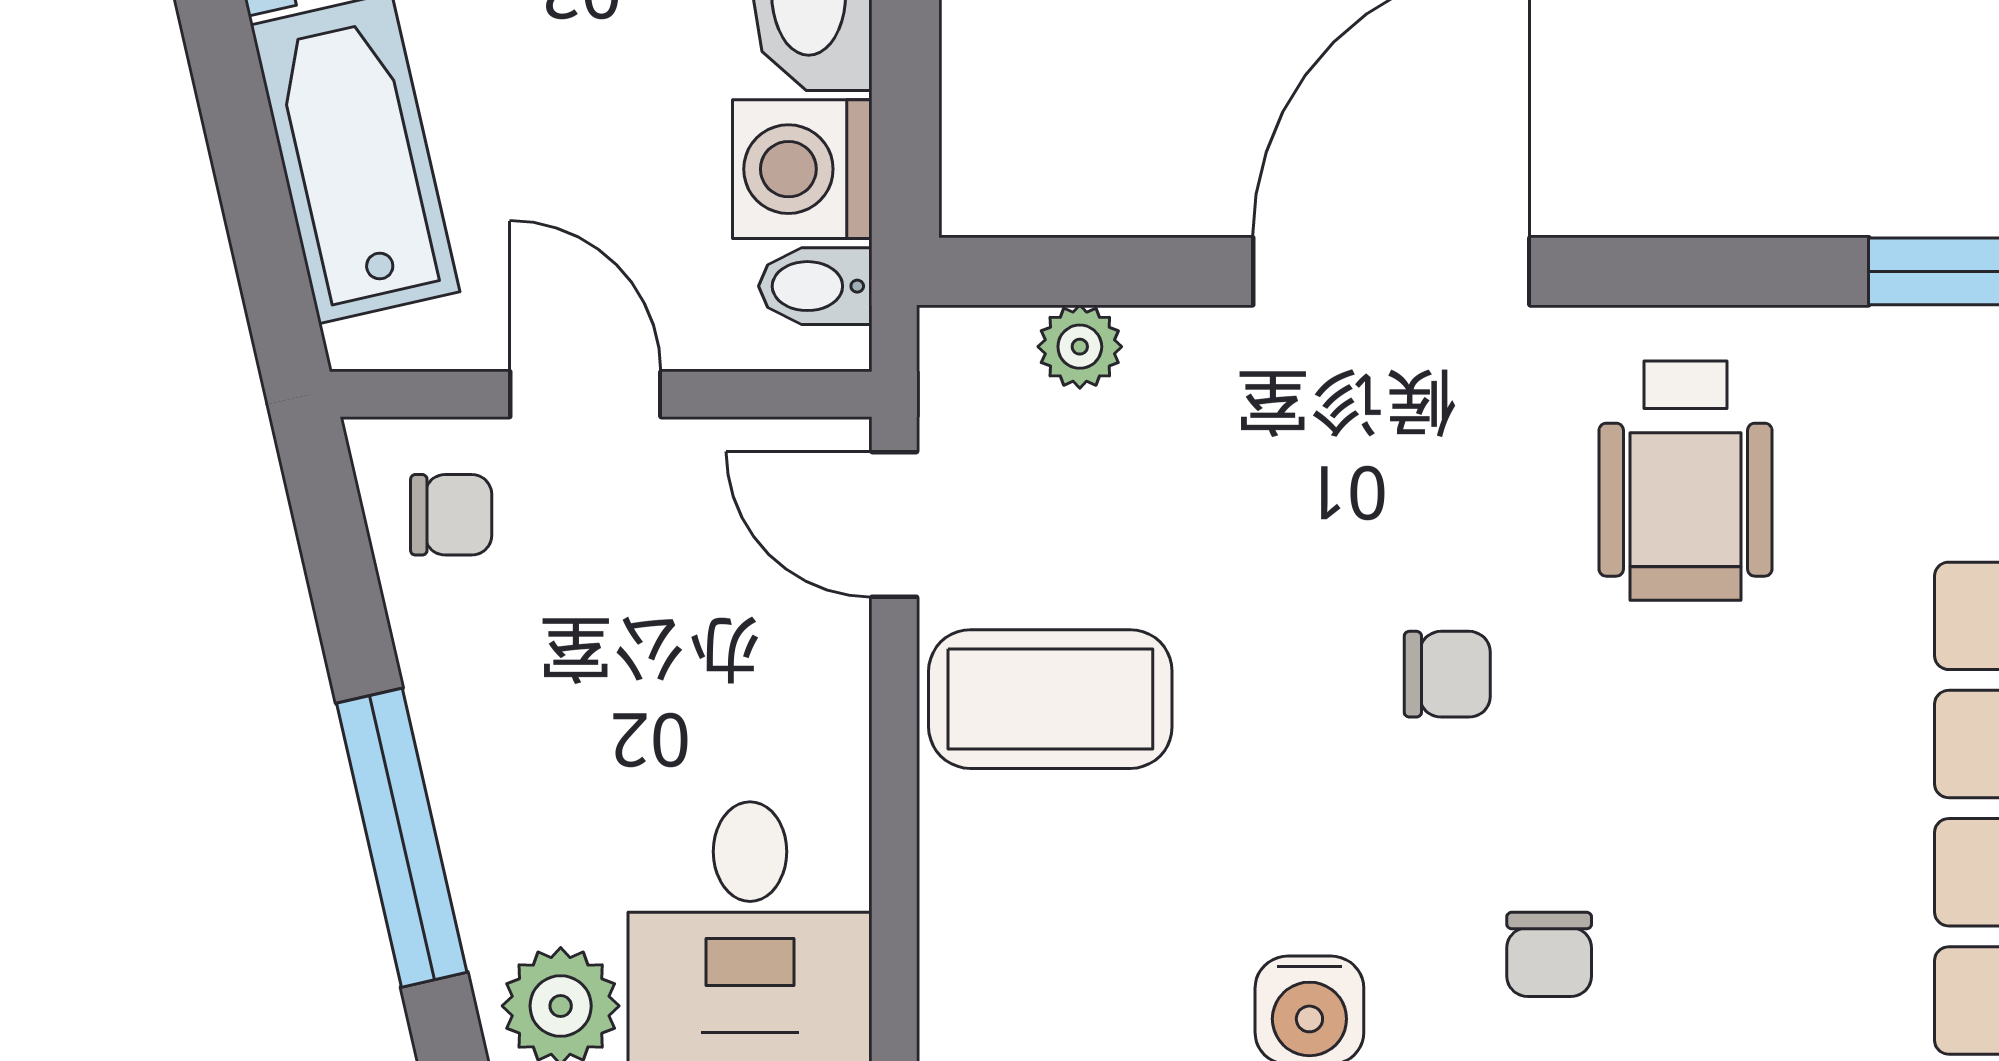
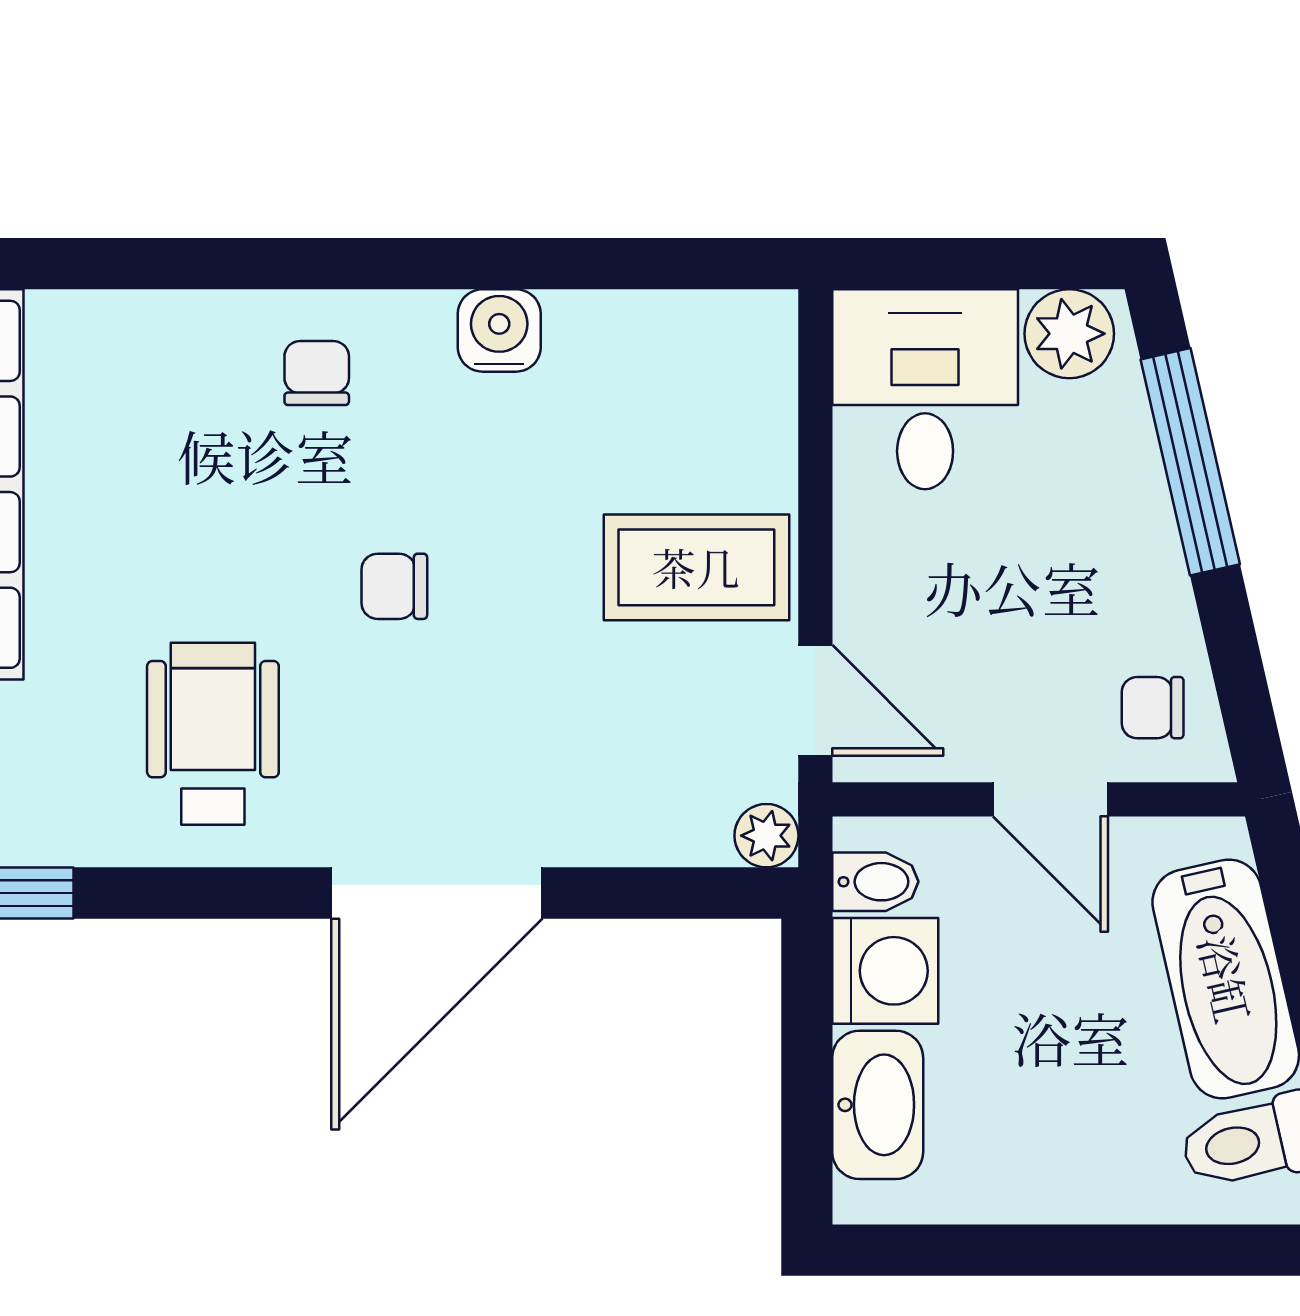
plant: (1080, 347) -> (766, 836), moved

